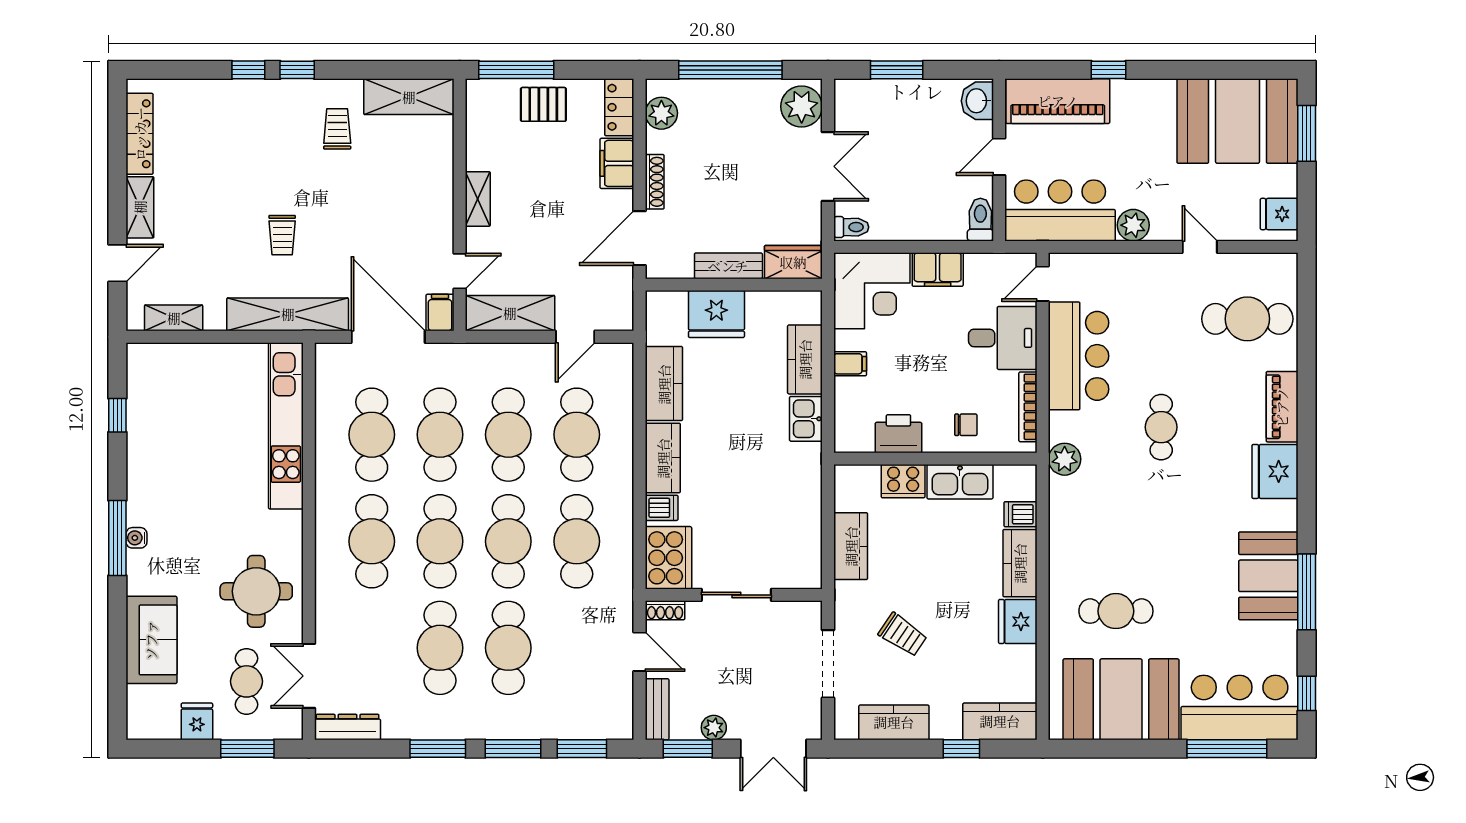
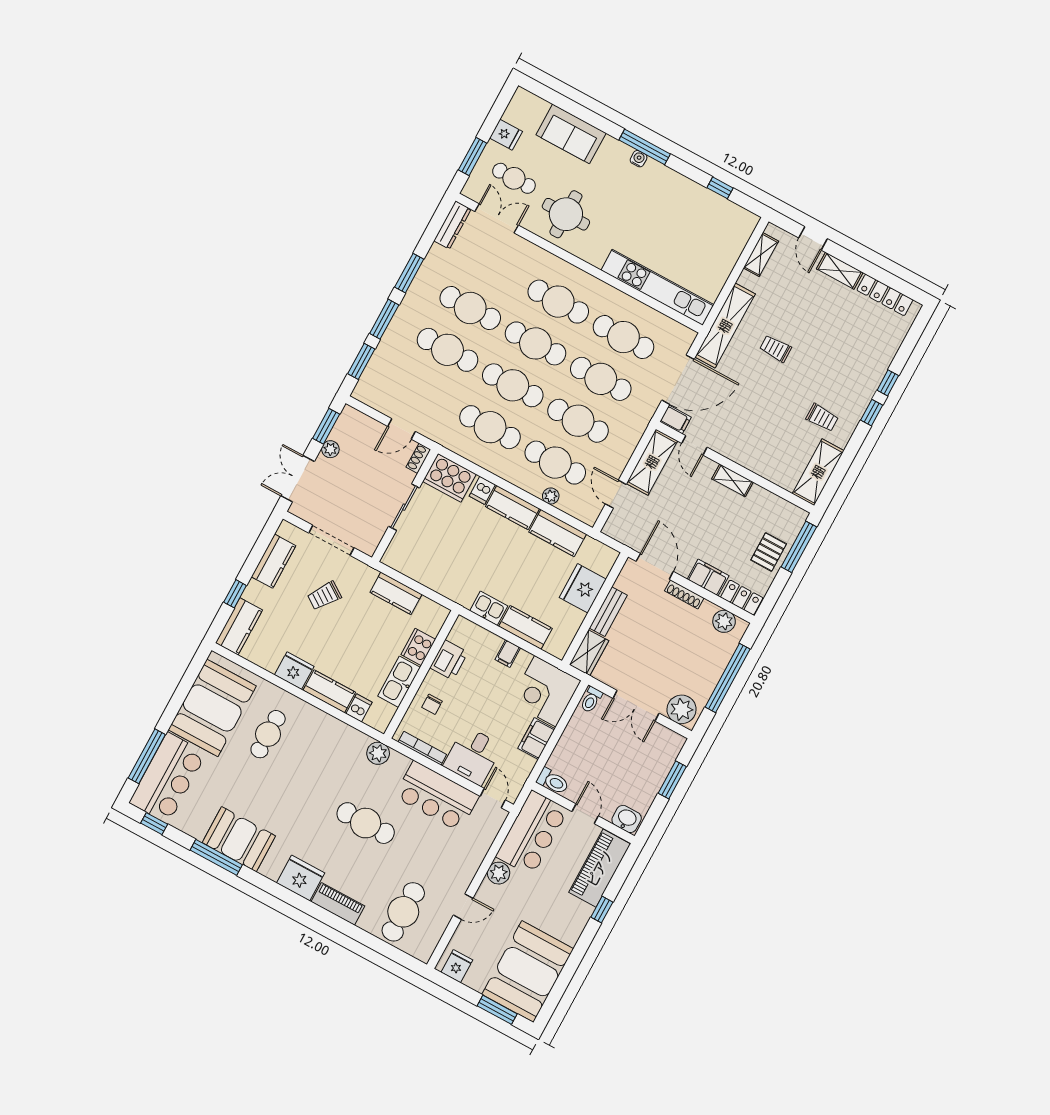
plant: (622, 418) -> (551, 496), added
cafe table: (1161, 427) -> (366, 823), width x1.37, depth x1.35
bench: (657, 709) -> (360, 421), removed

